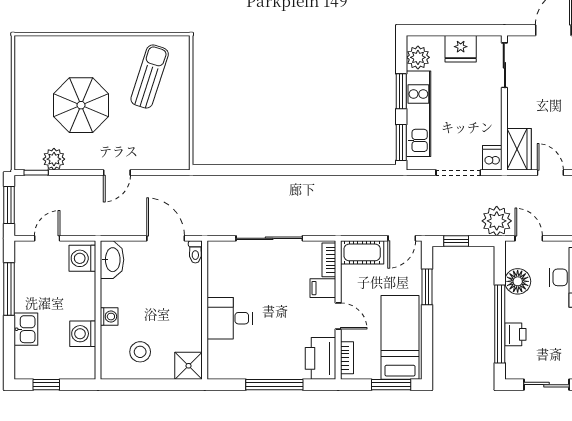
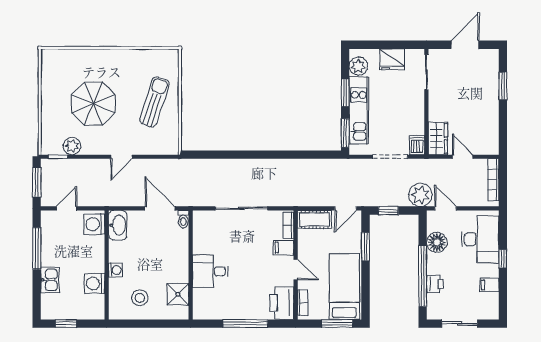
sun lounger: (150, 76) -> (154, 102), moved
shower: (189, 366) -> (178, 294), moved

